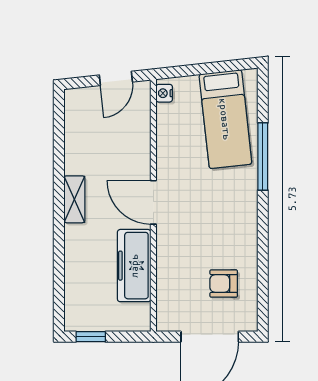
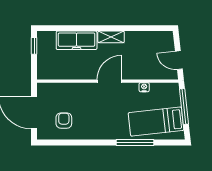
window: (199, 69) -> (184, 107), added
nightstand: (164, 93) -> (144, 87), moved
freezer: (134, 266) -> (77, 40), moved, turned 180

